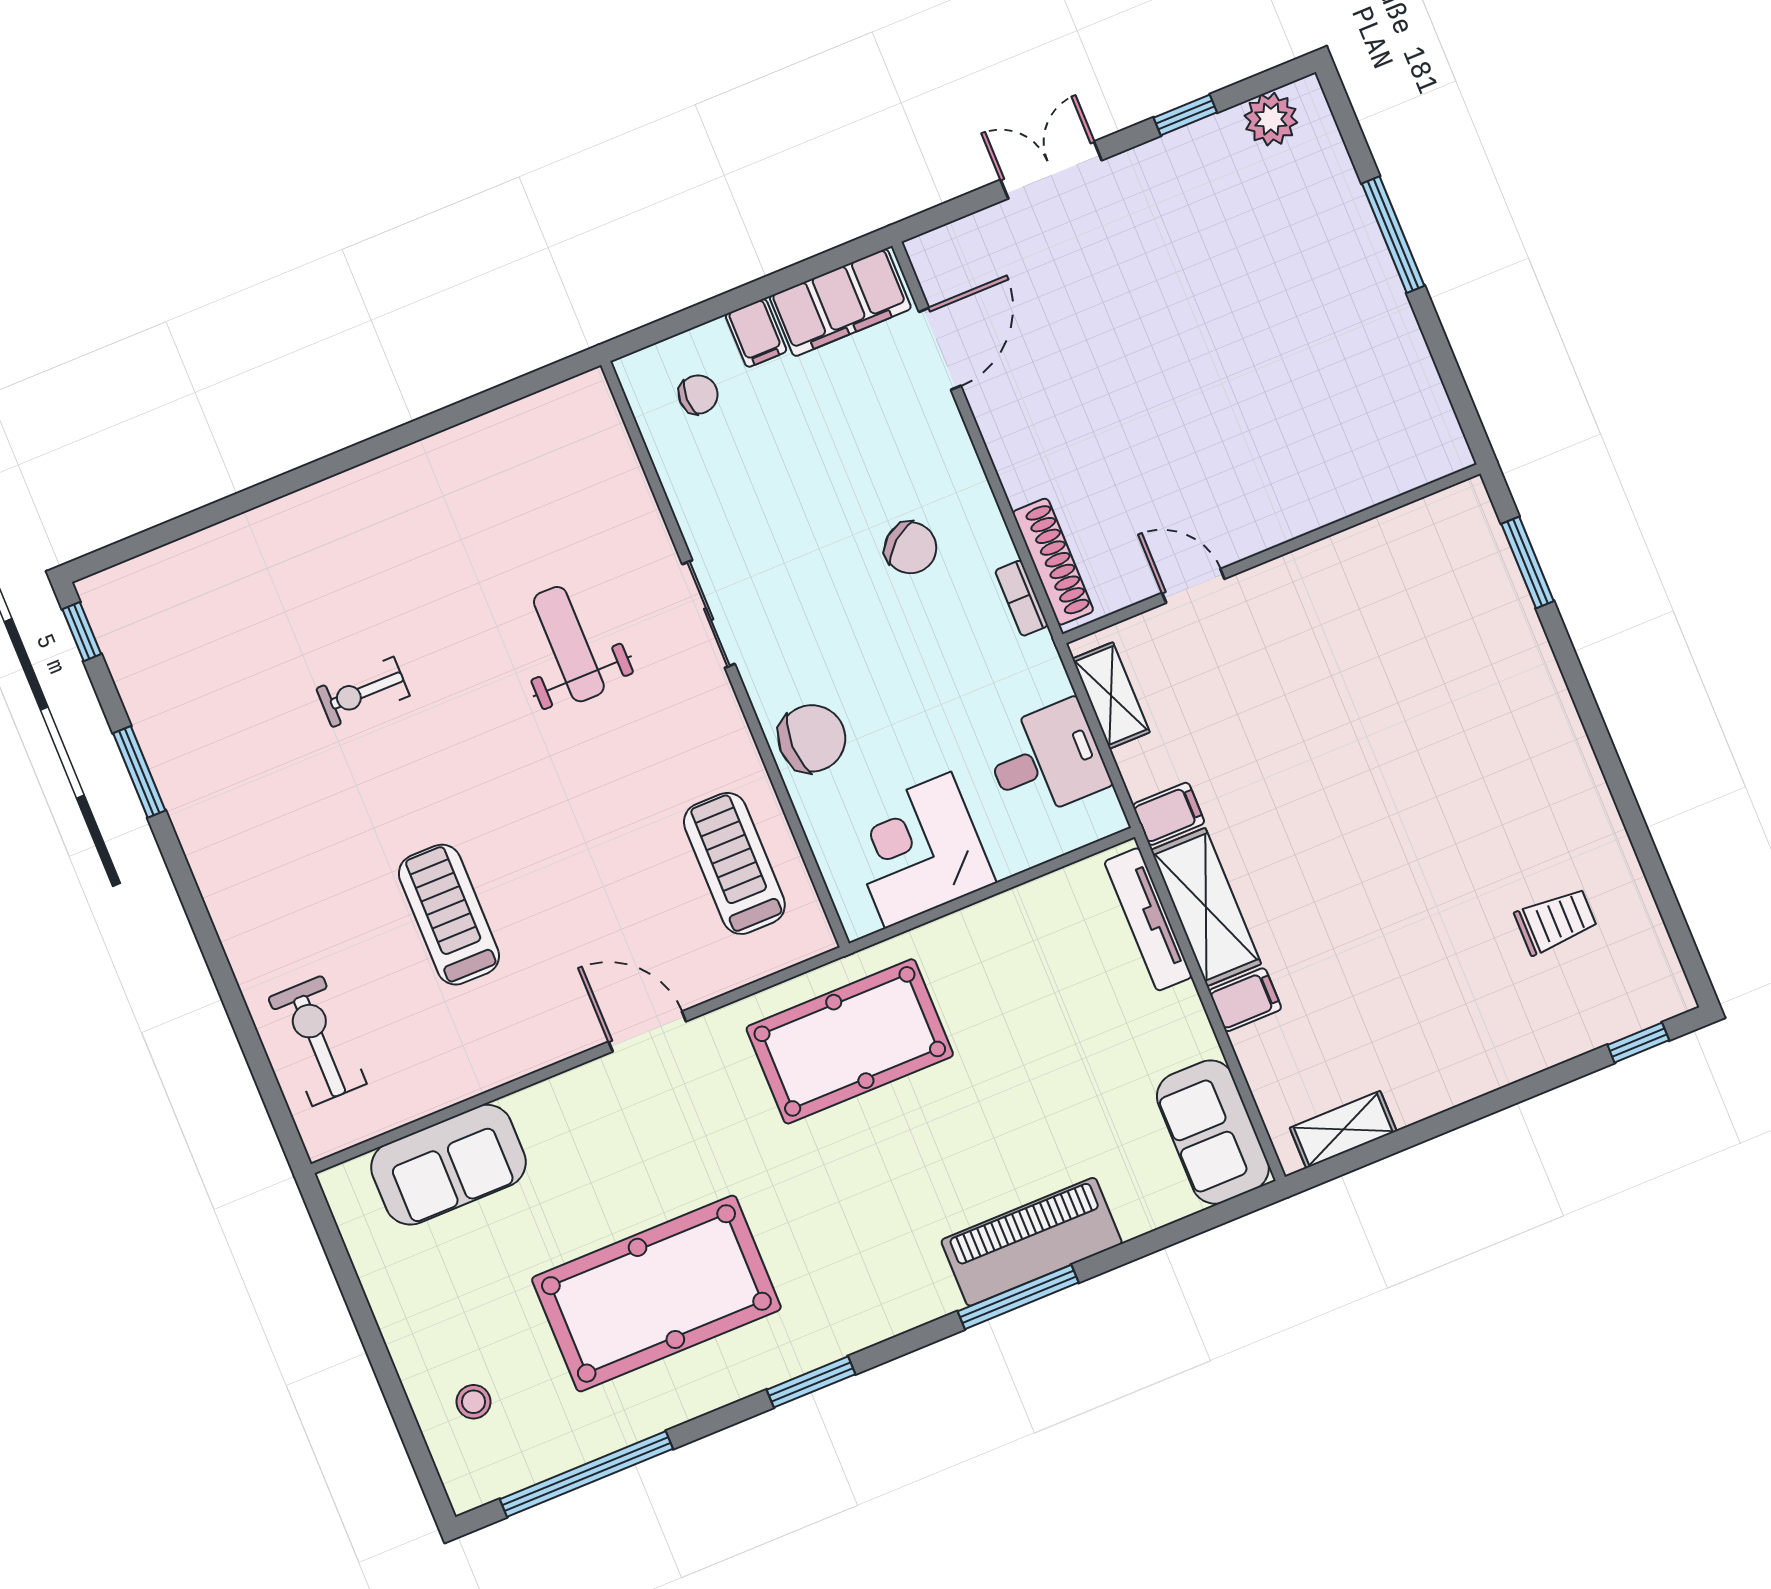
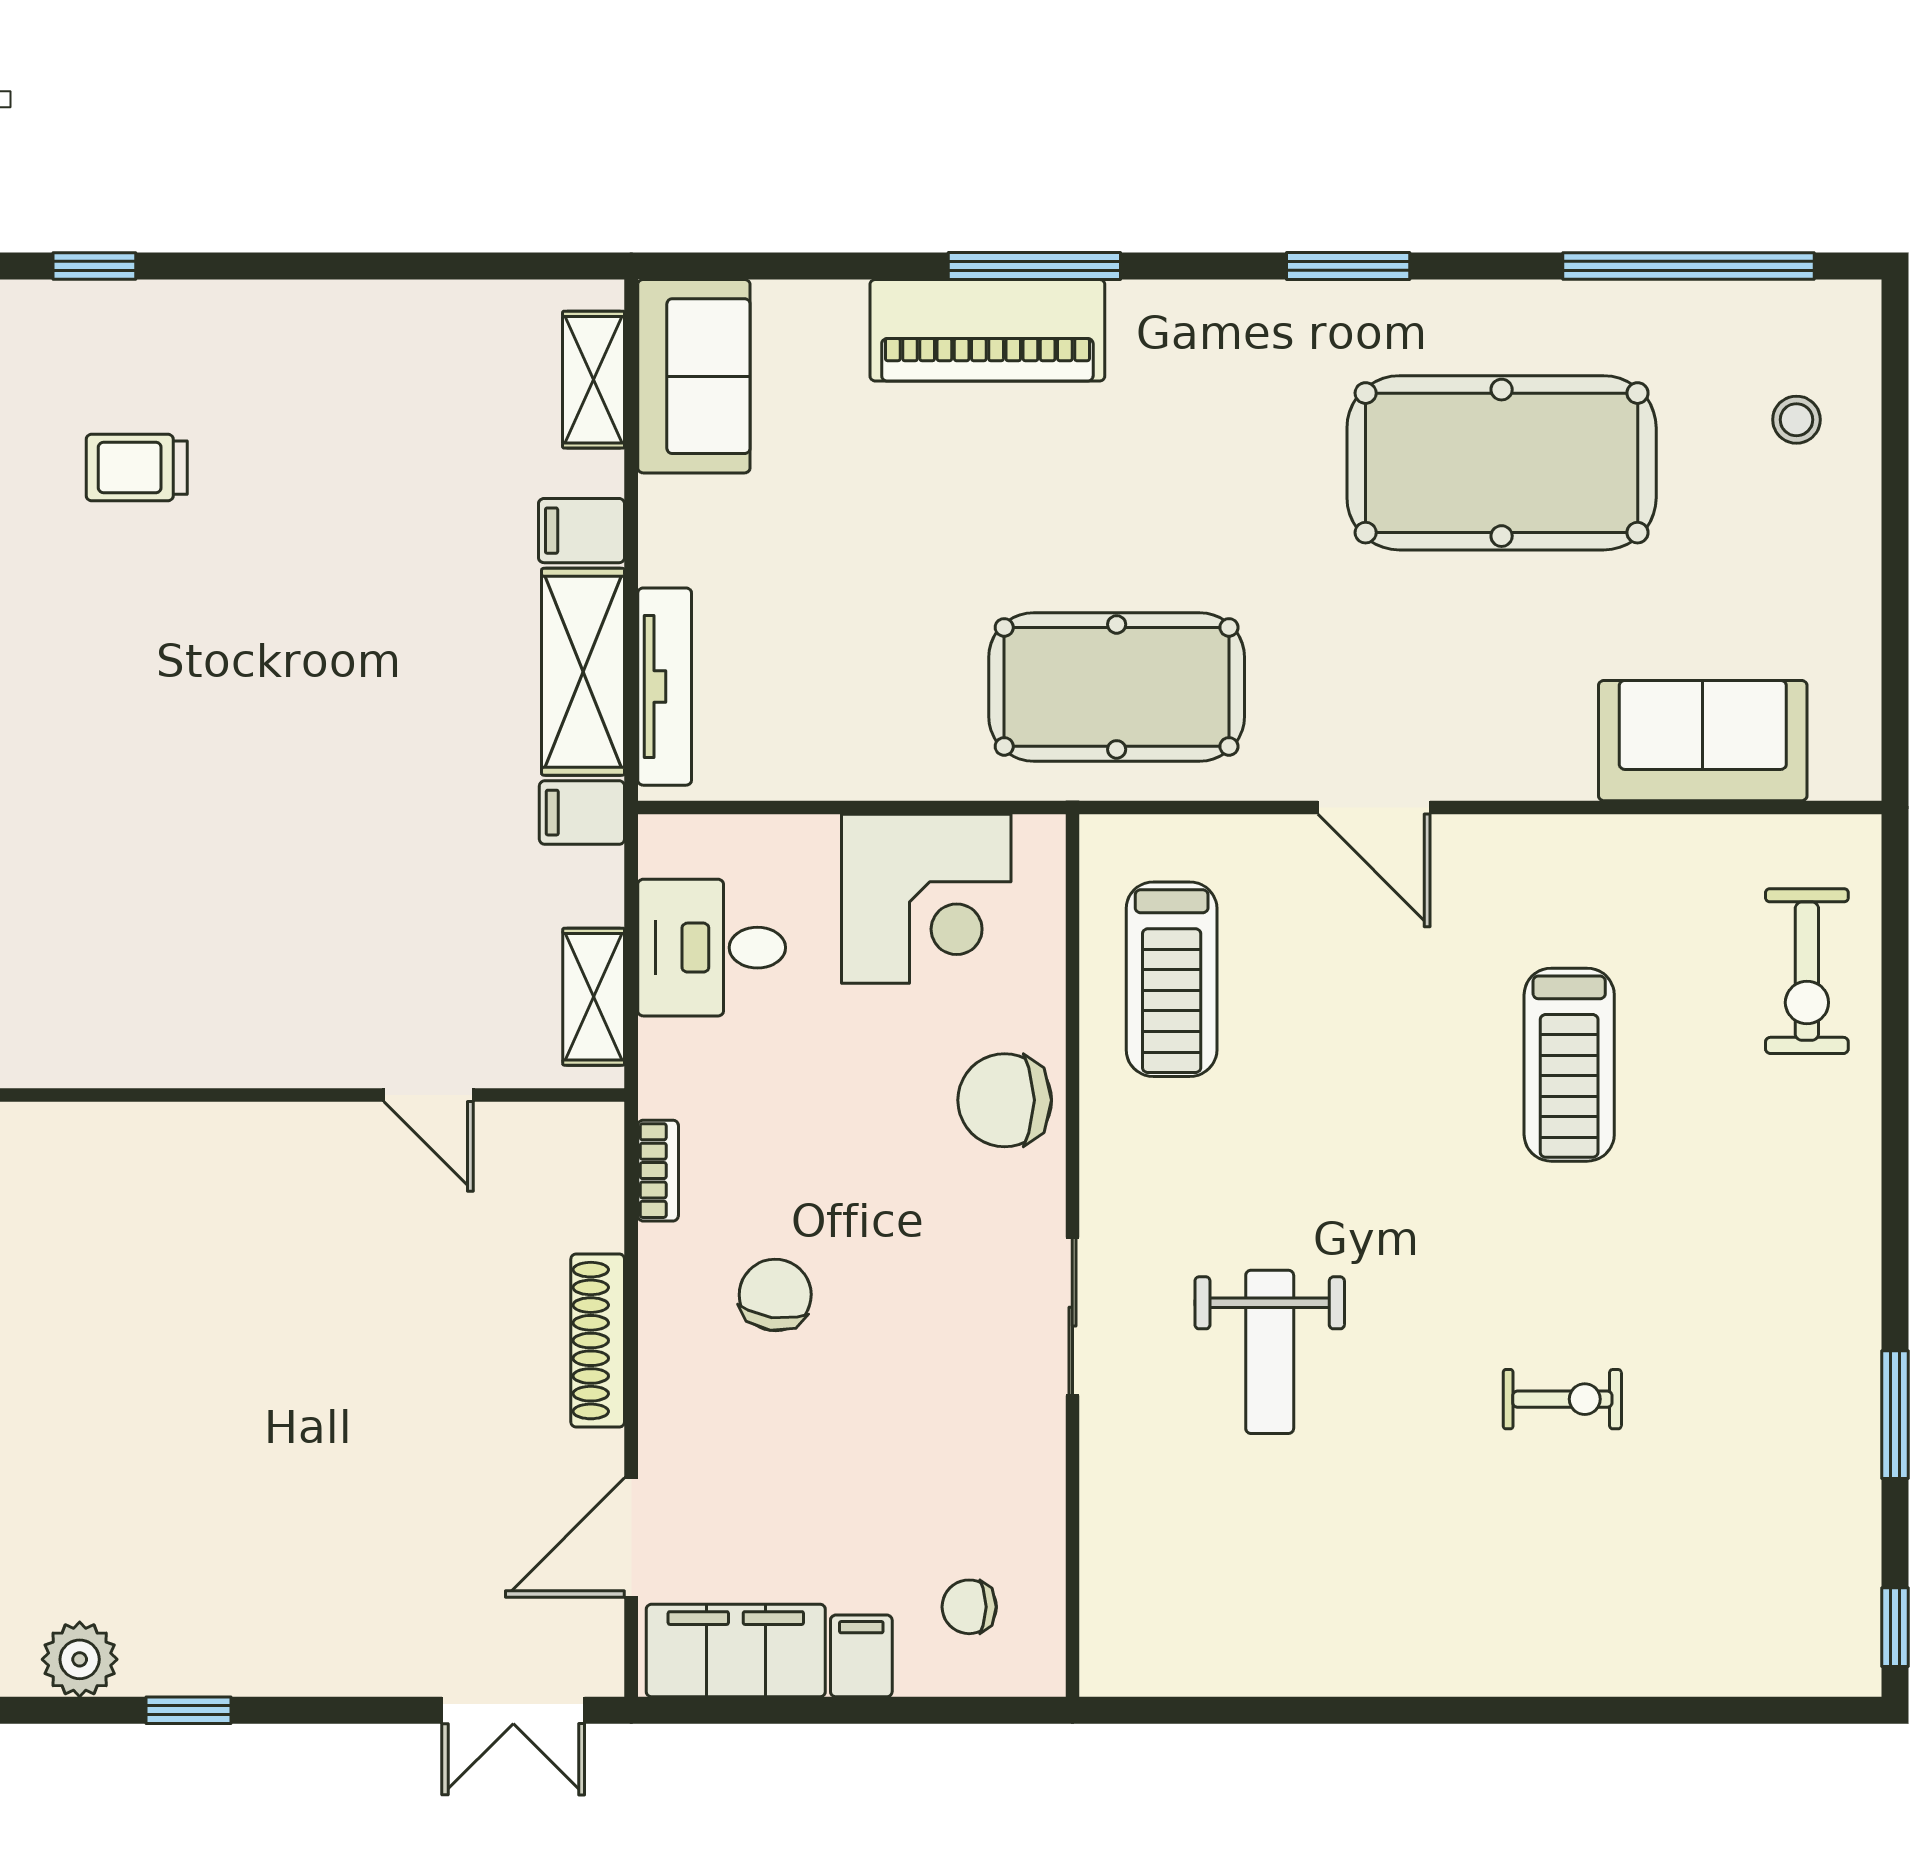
double door: (1051, 170) -> (513, 1710), moved
chair: (911, 548) -> (775, 1295), turned 47
shoe rack: (1053, 562) -> (598, 1341), moved
shelving: (1343, 1130) -> (594, 380), moved, turned 90

